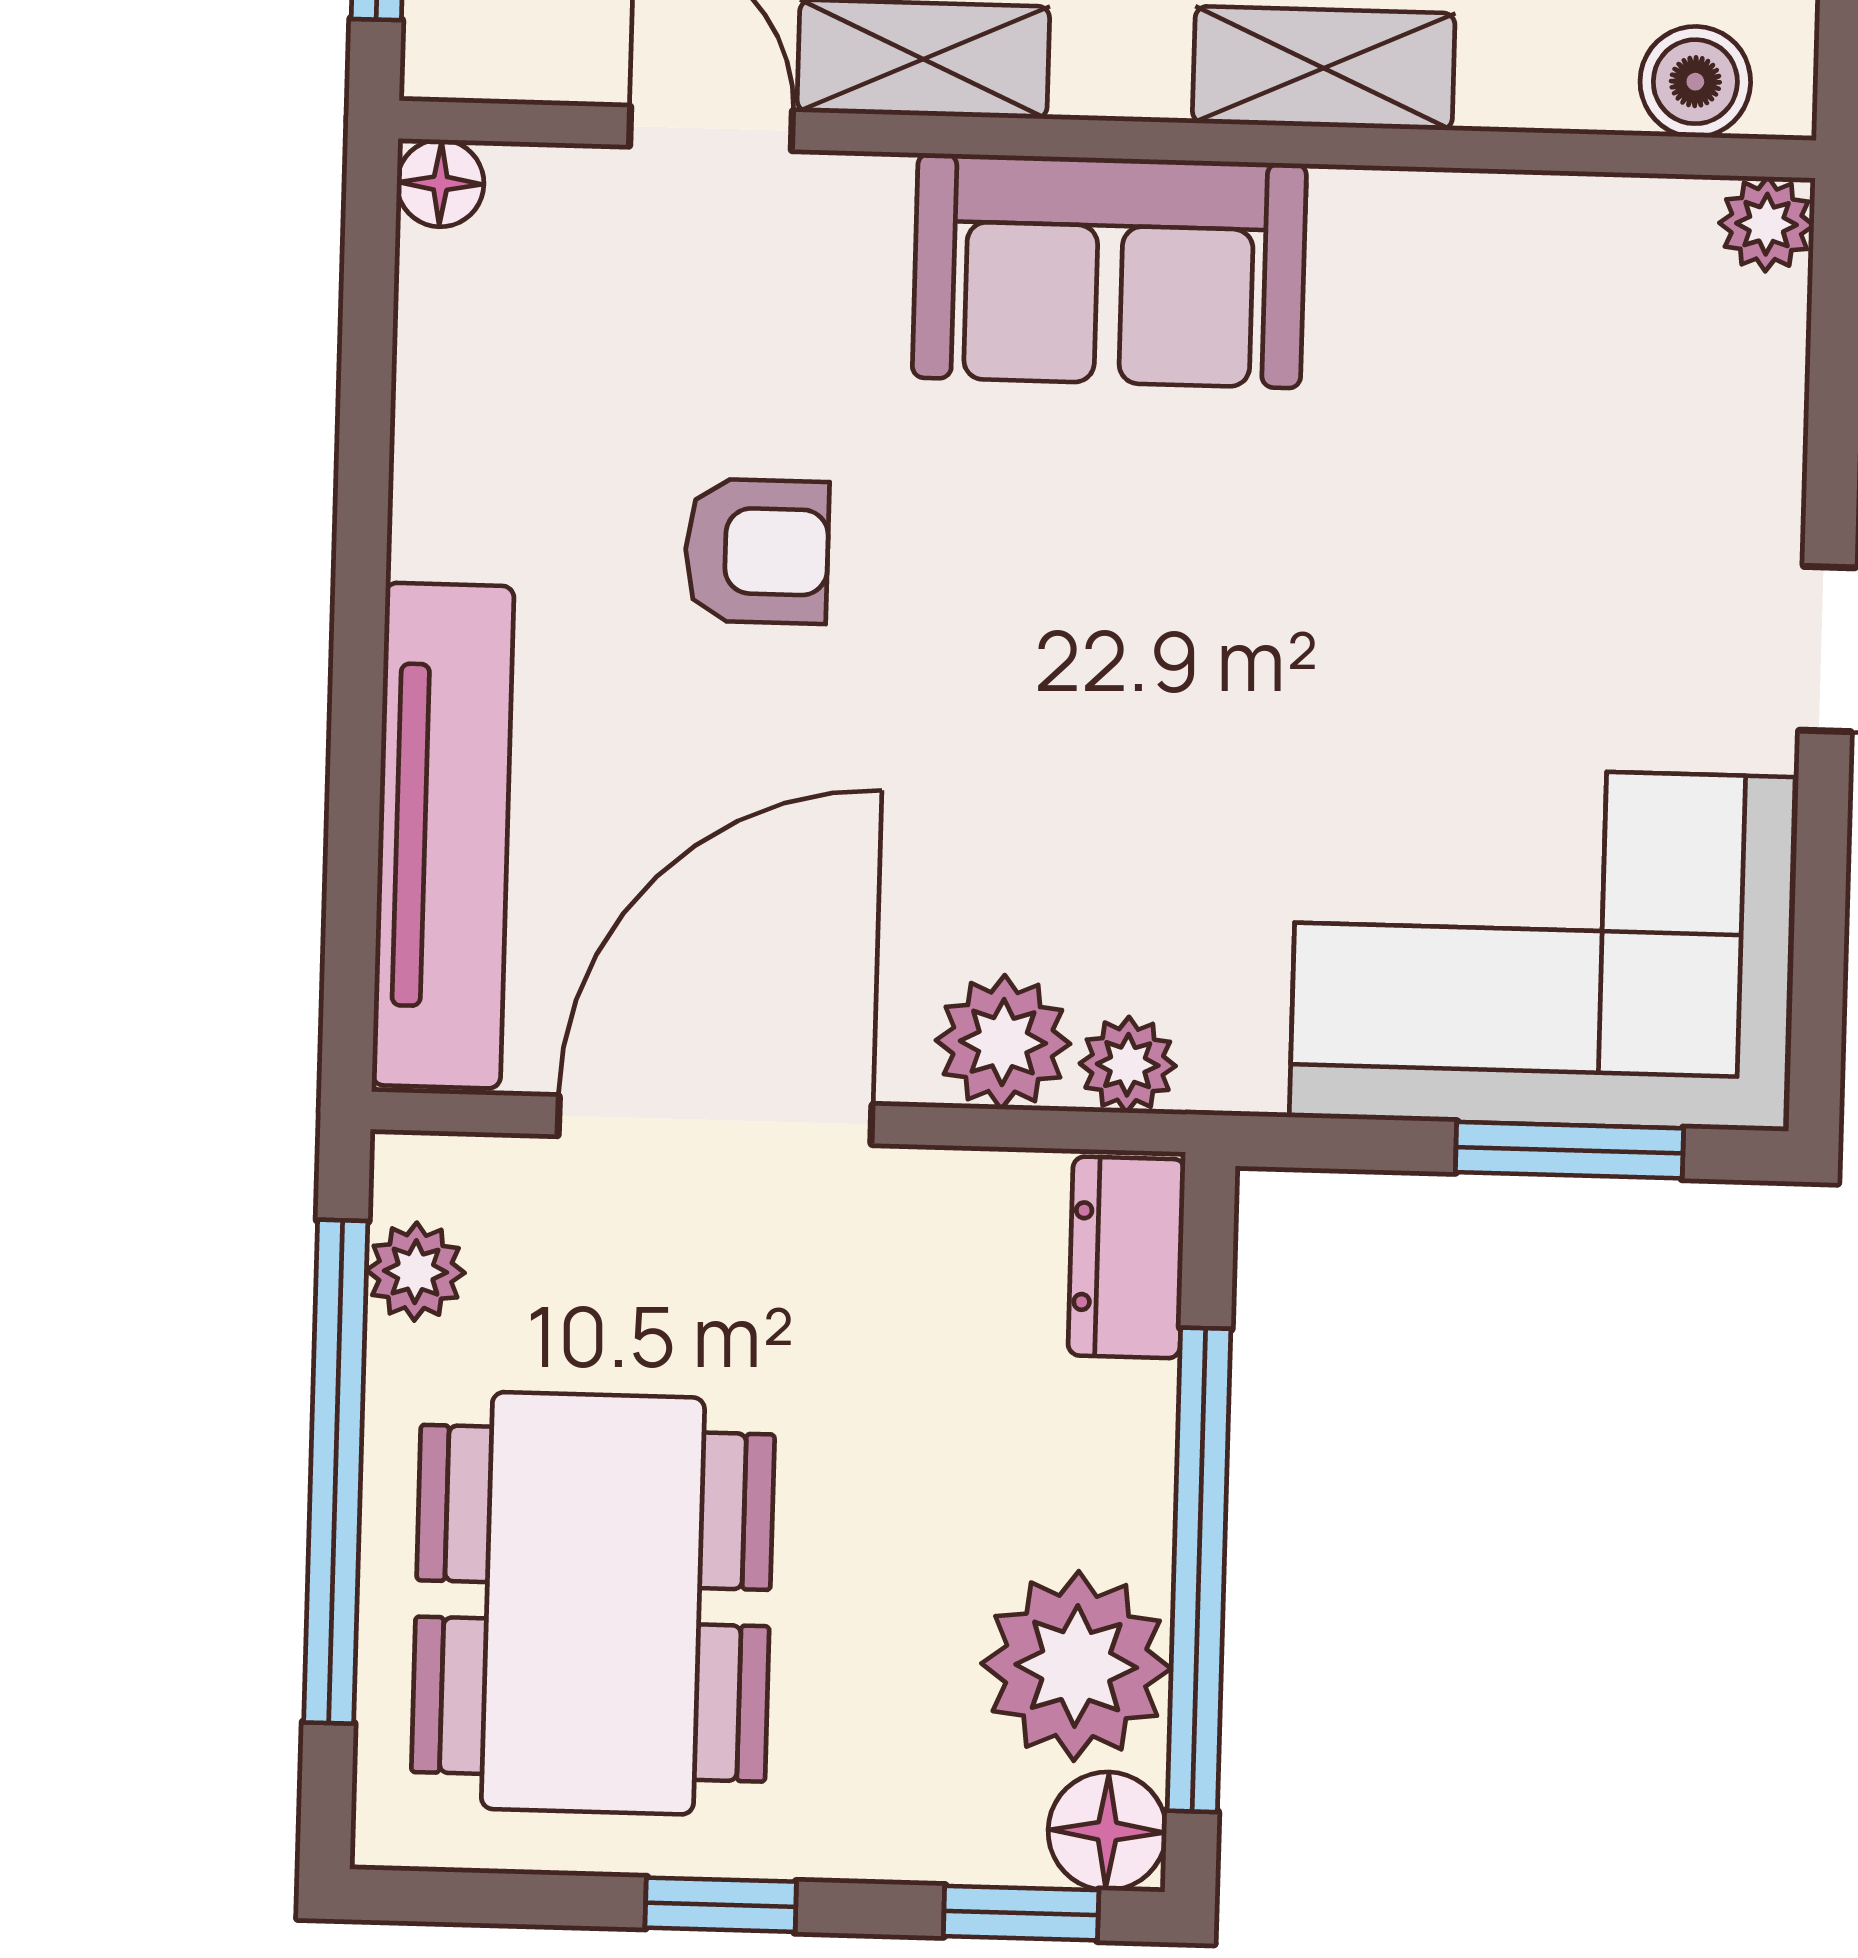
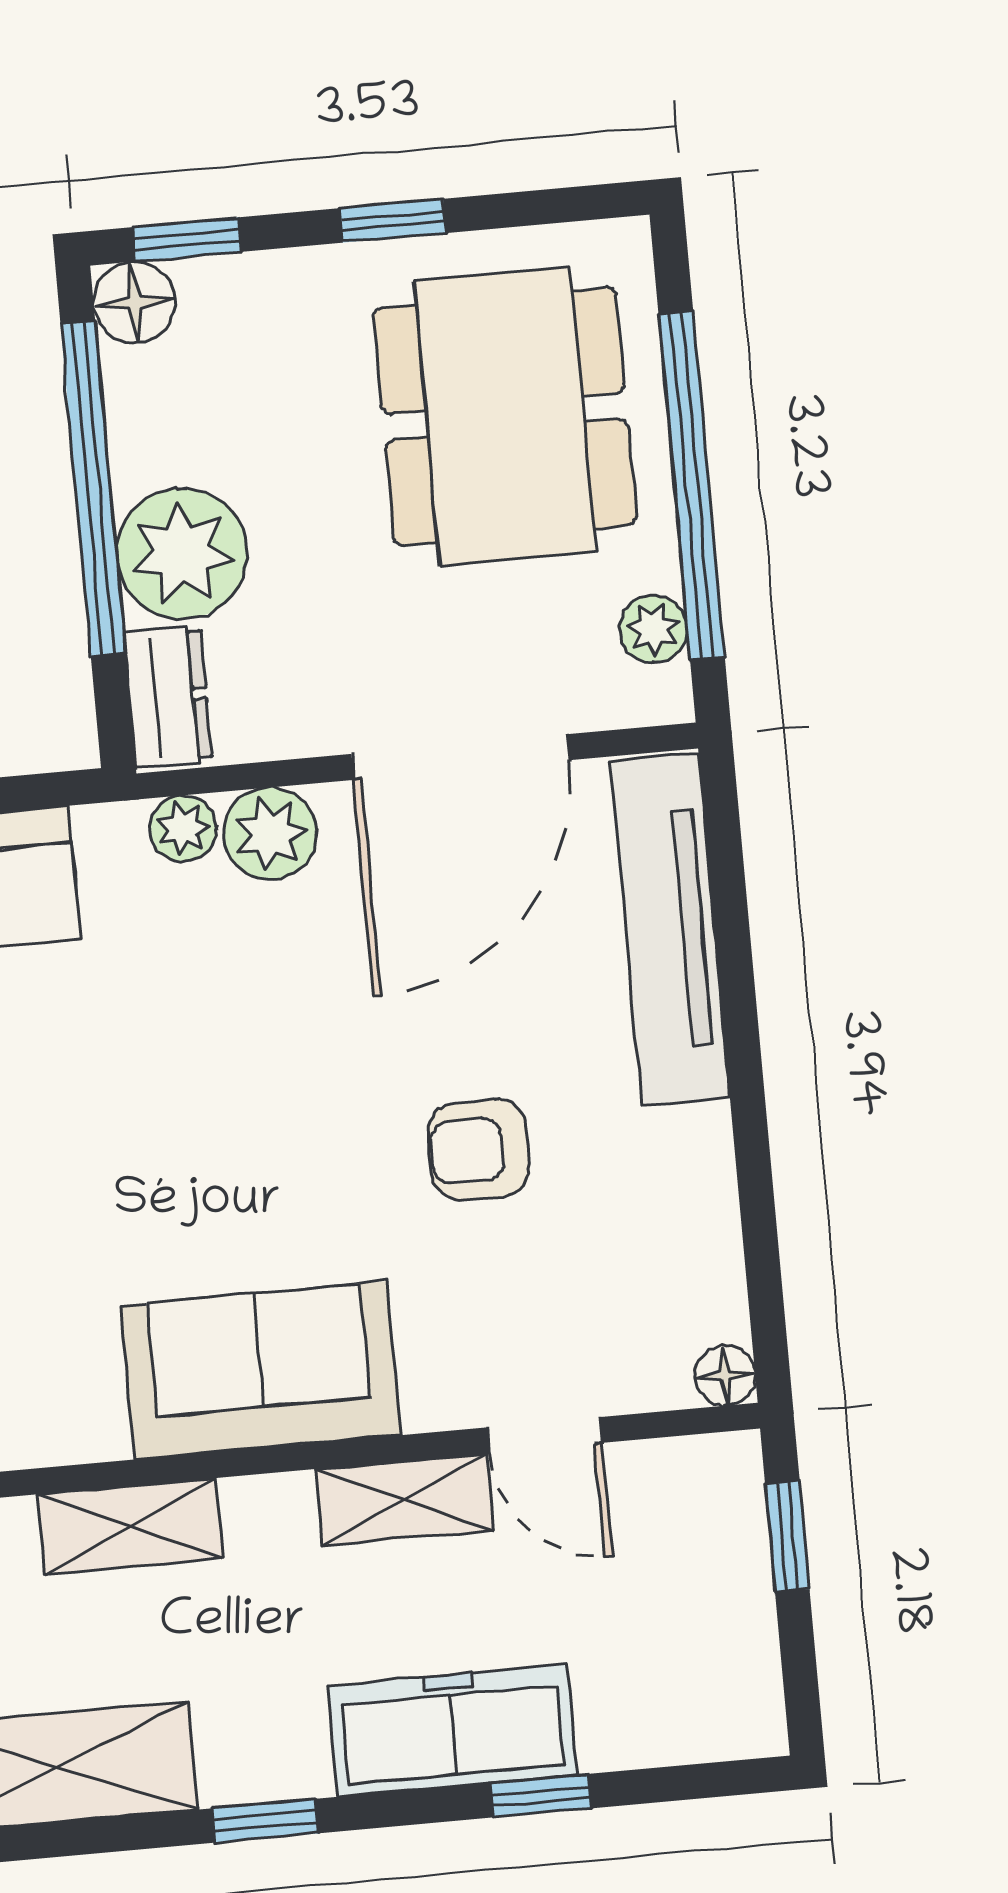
plant: (1076, 1666) -> (182, 554), moved

